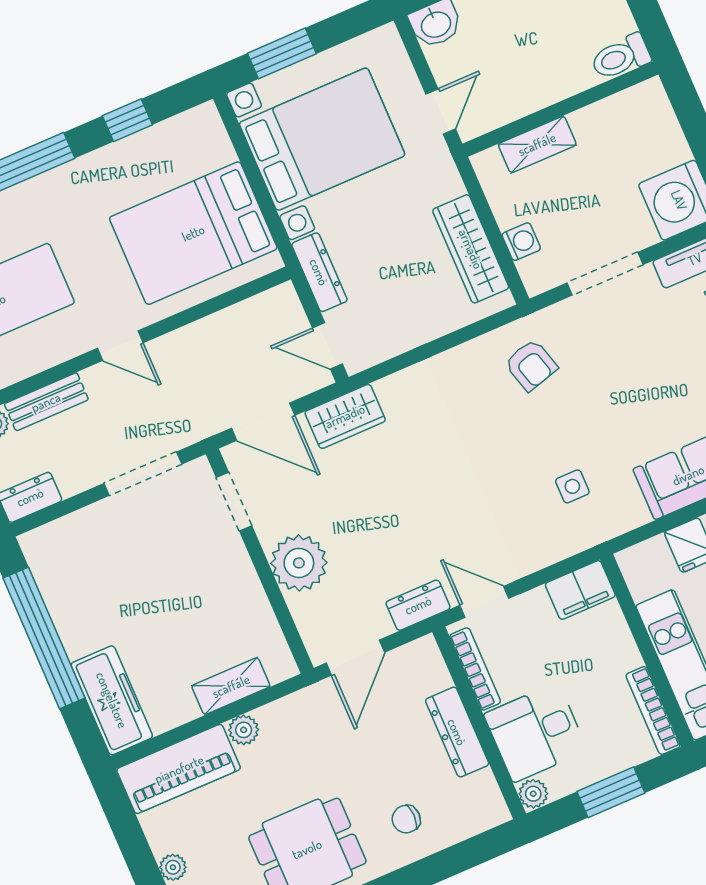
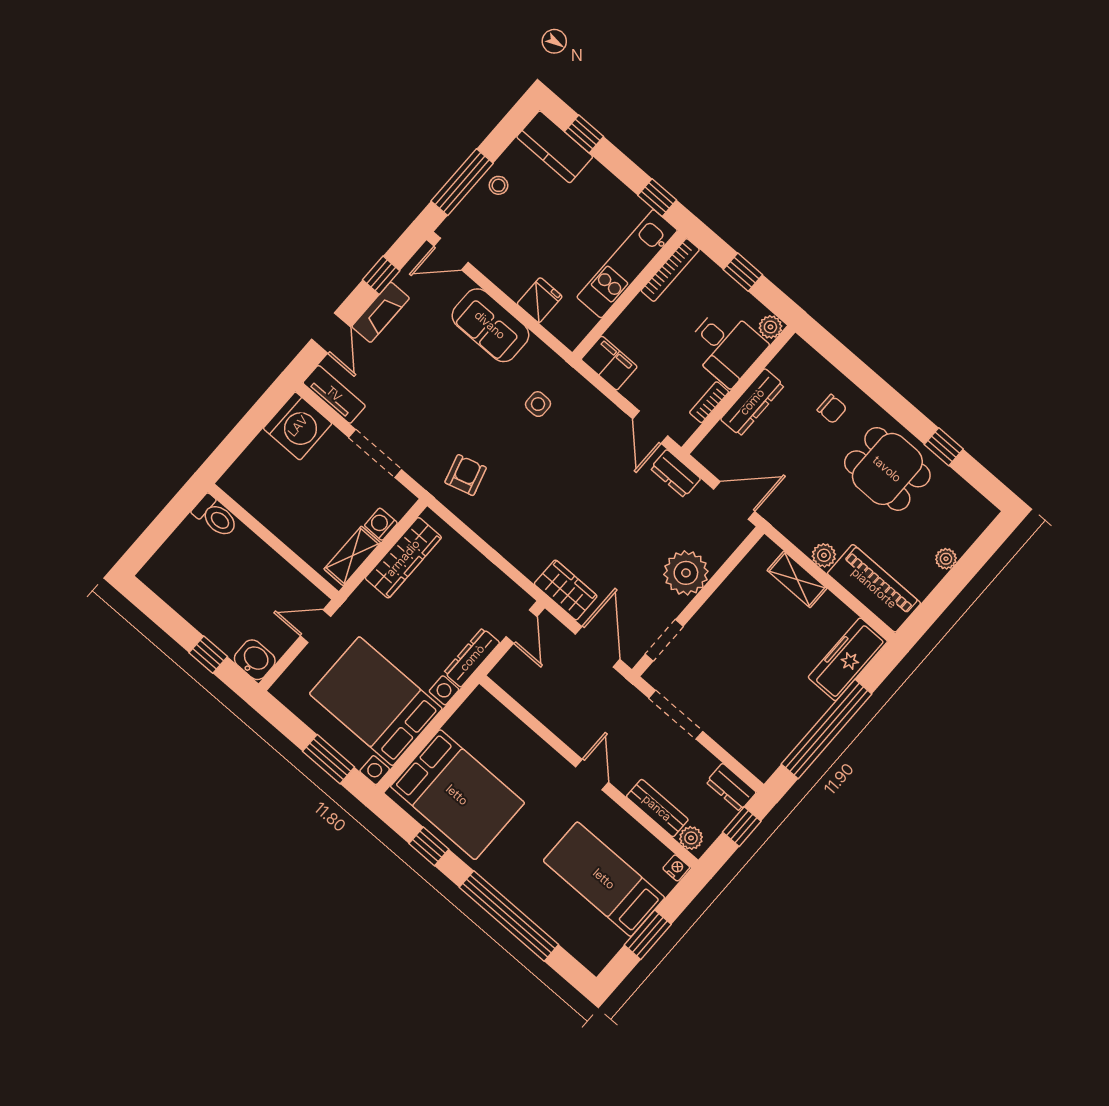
shelving: (537, 144) -> (352, 556), moved, turned 90
bed: (193, 233) -> (457, 795), moved
bookcase: (475, 669) -> (709, 402), width x0.64
window: (611, 792) -> (743, 272), width x0.67

